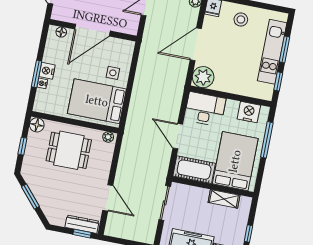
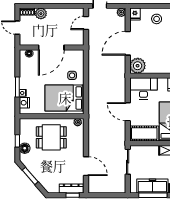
nightstand: (47, 71) -> (24, 103), moved
floor lamp: (37, 125) -> (25, 148), moved

